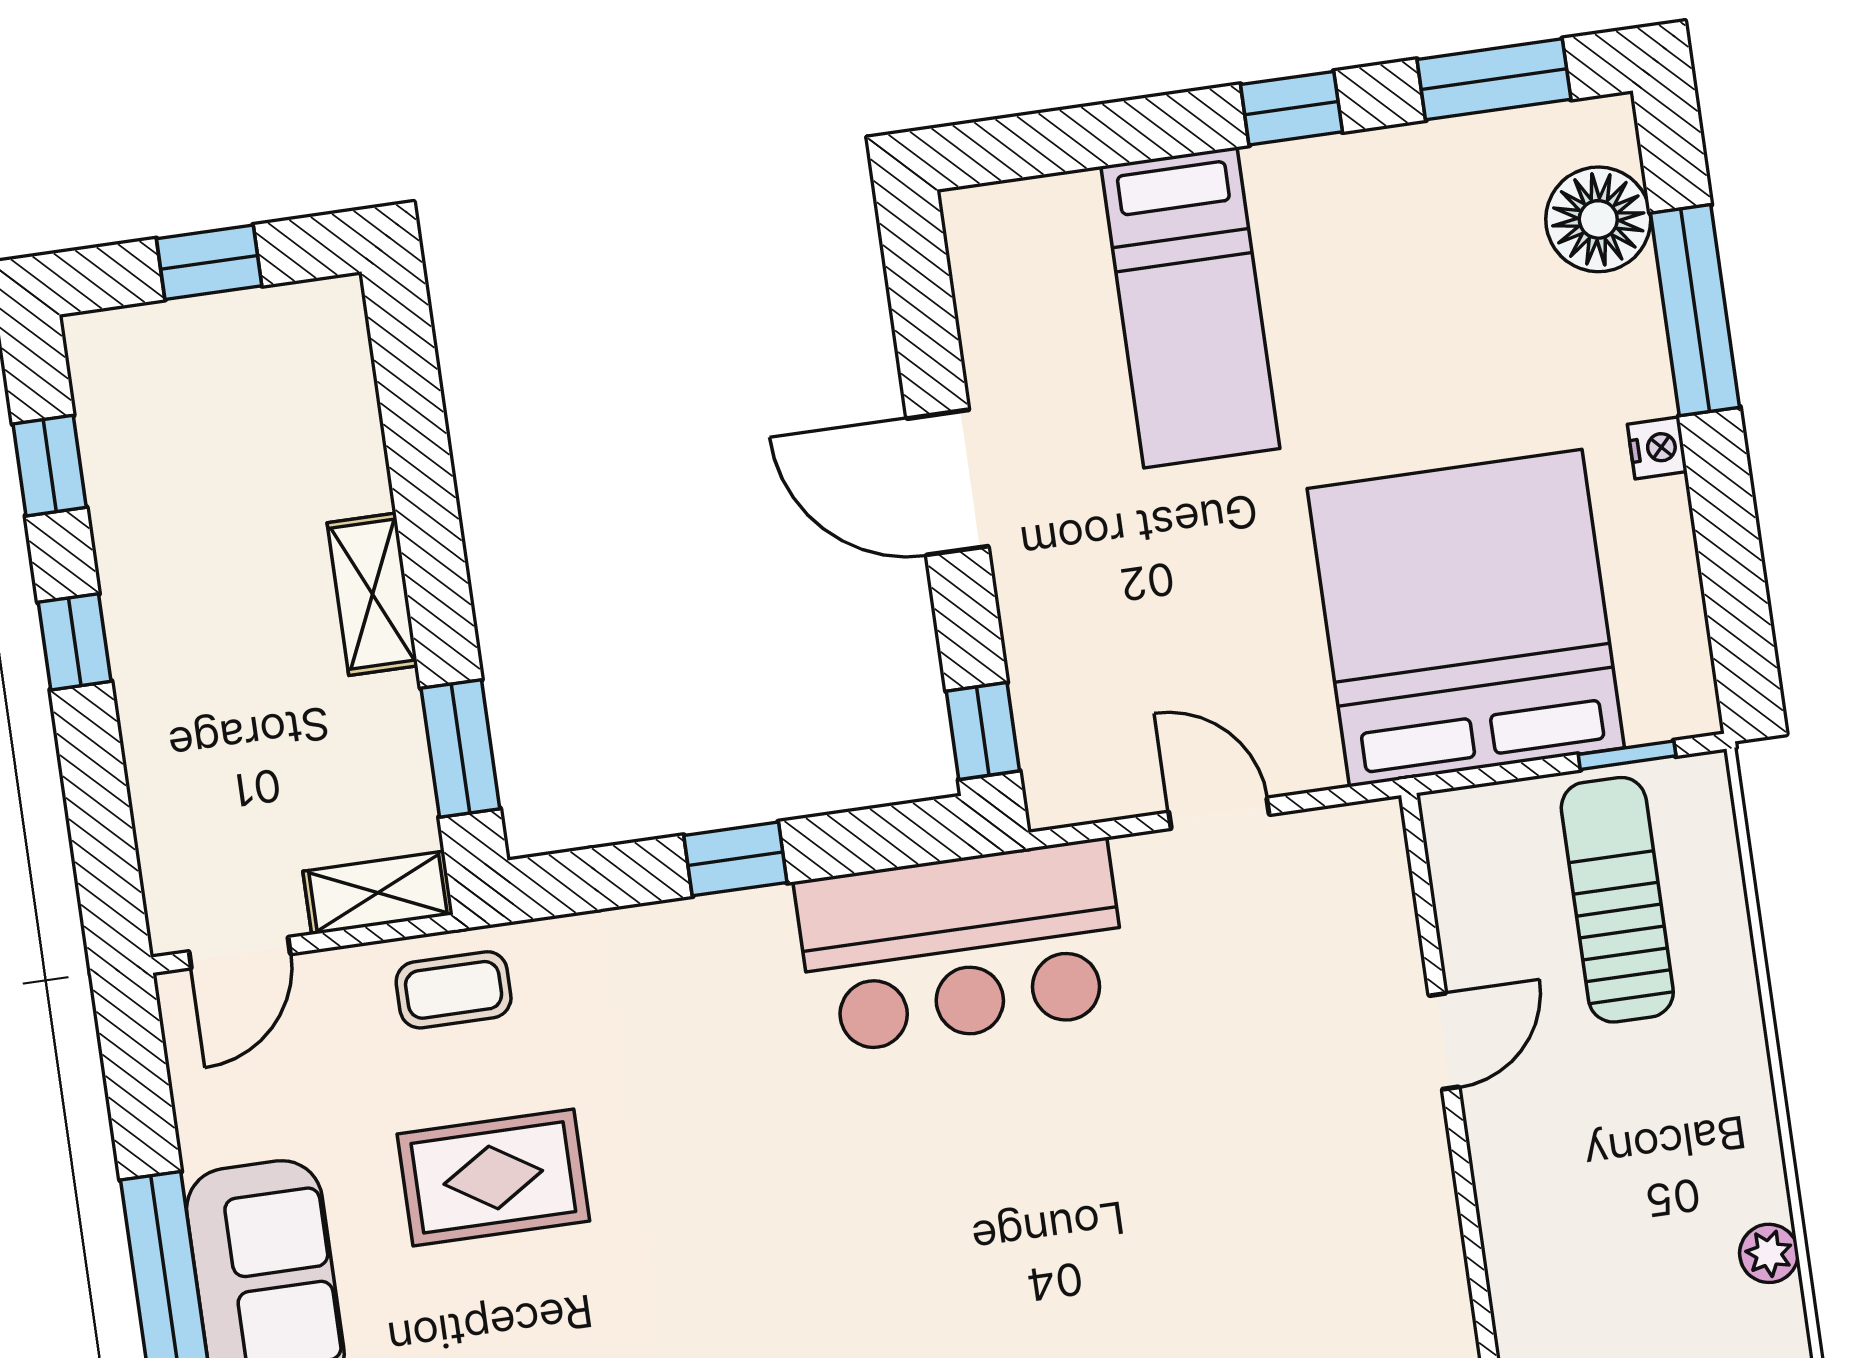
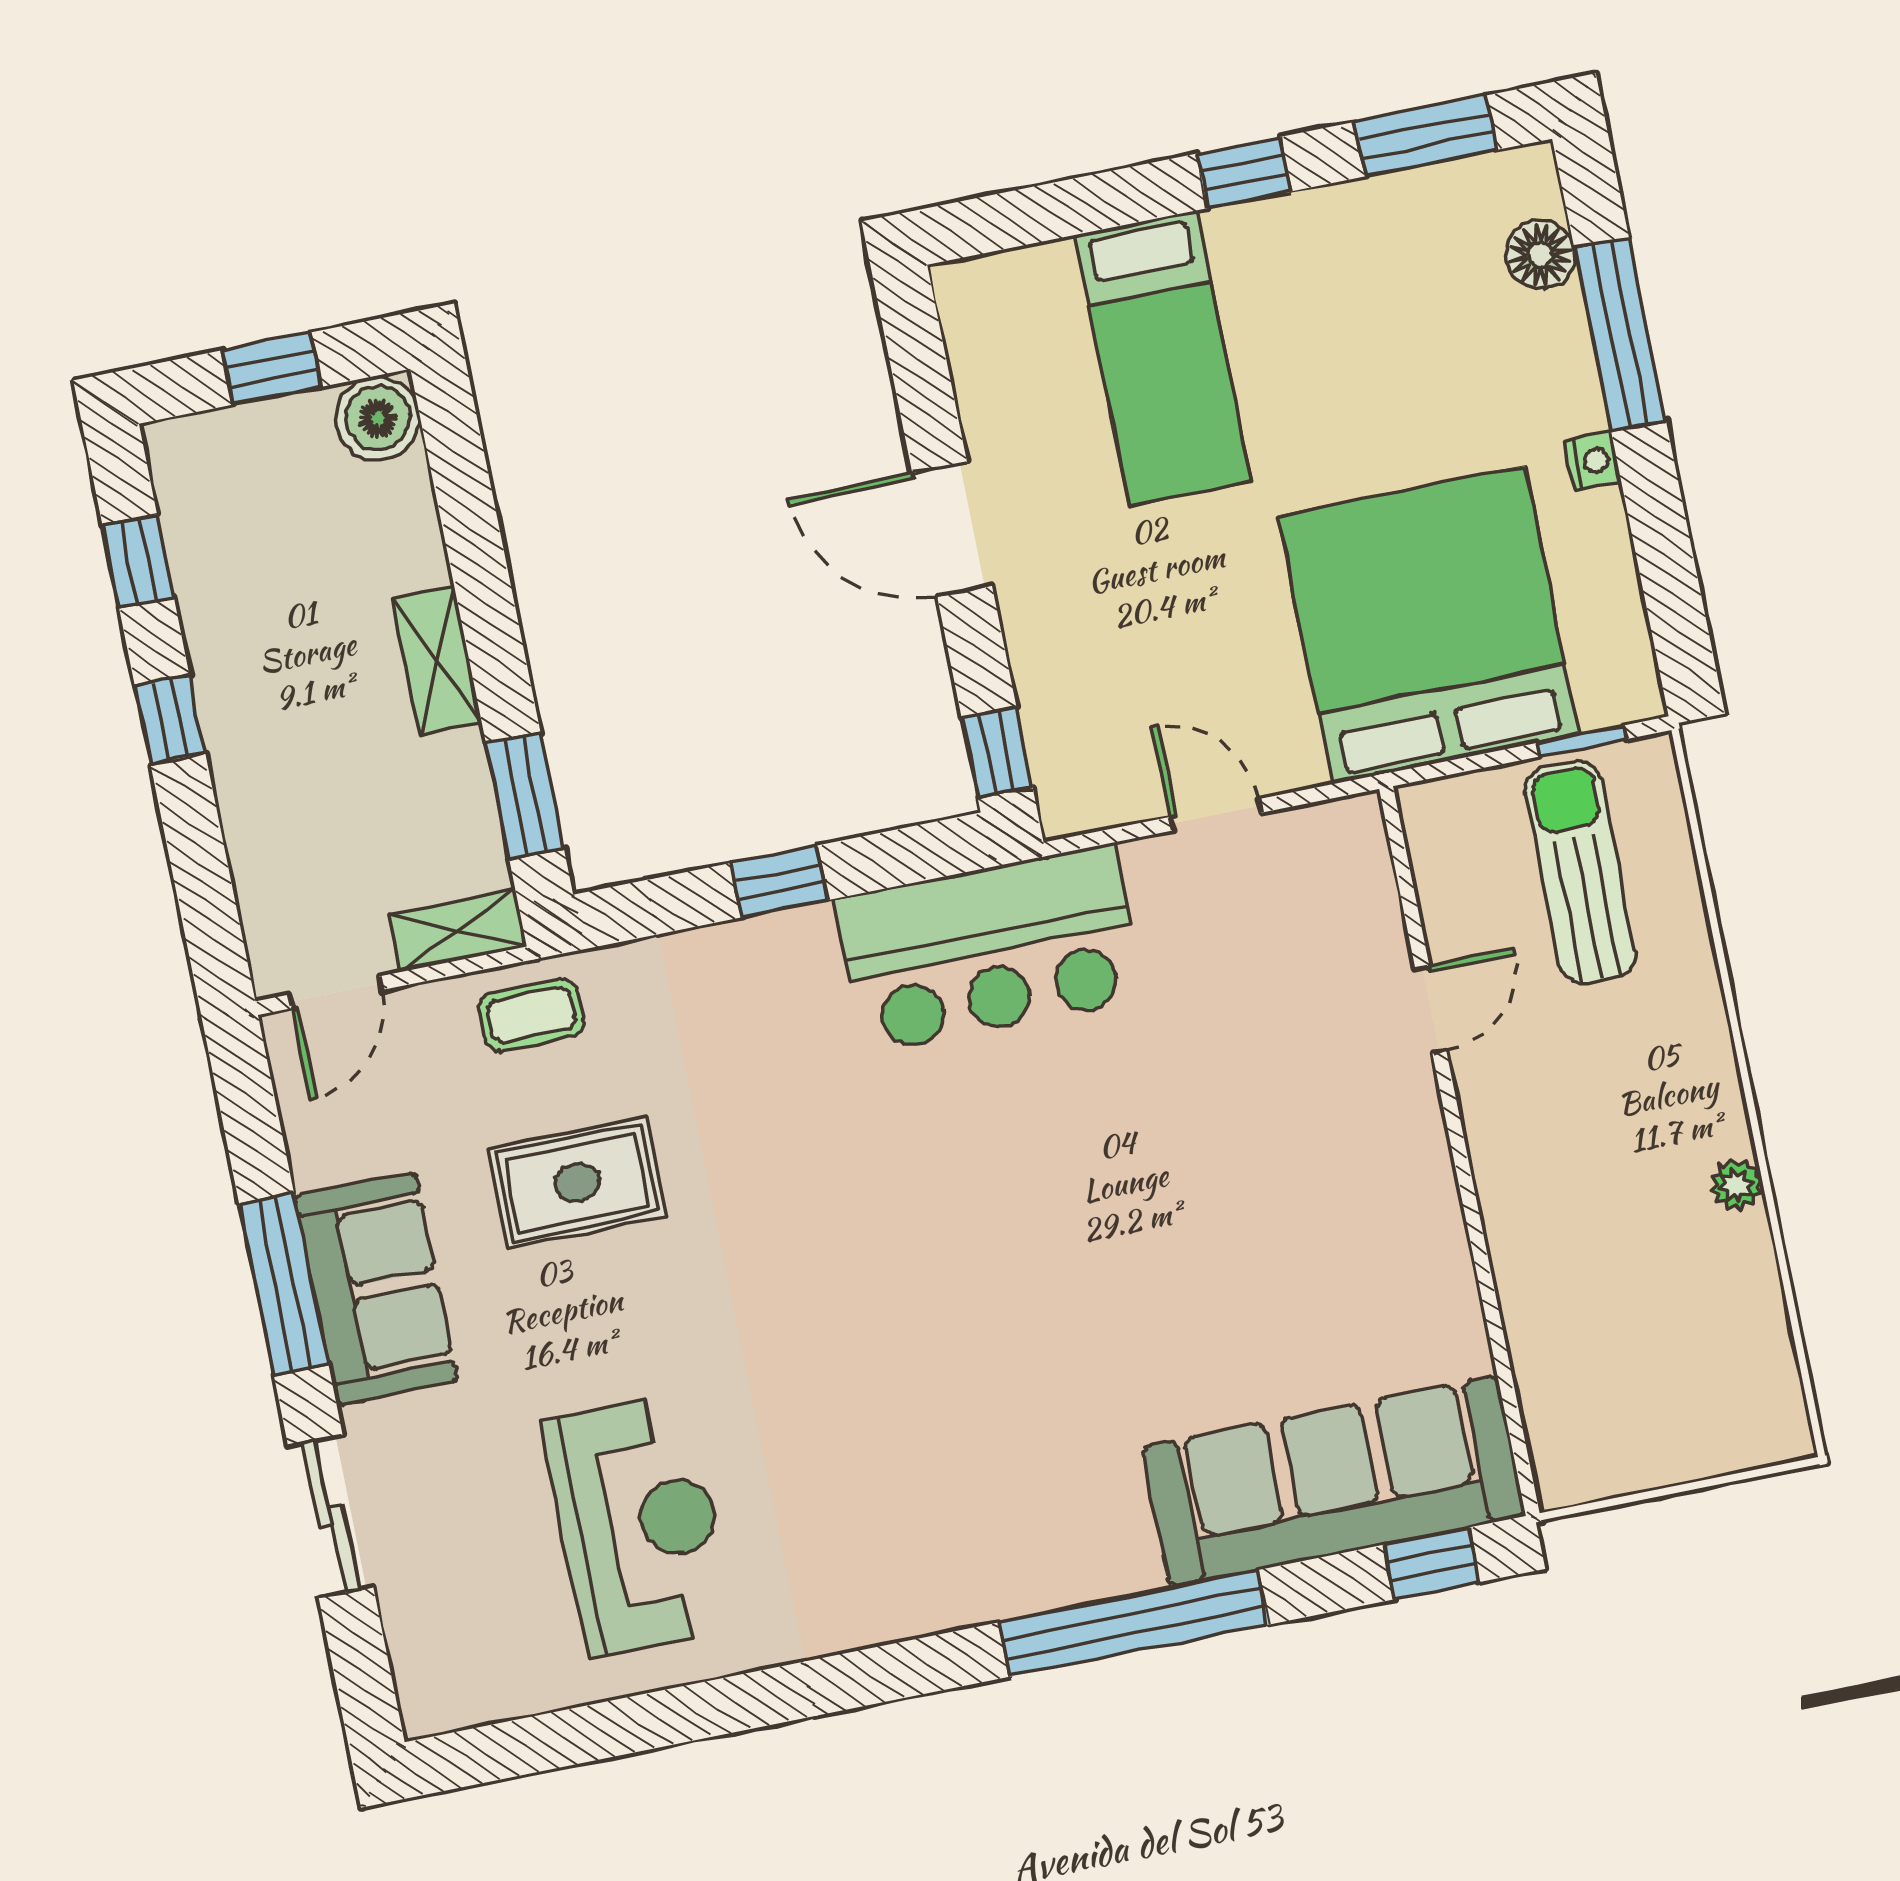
floor lamp: (1598, 219) -> (1540, 255), width x0.73, depth x0.73
boiler: (322, 324) -> (378, 418), added

